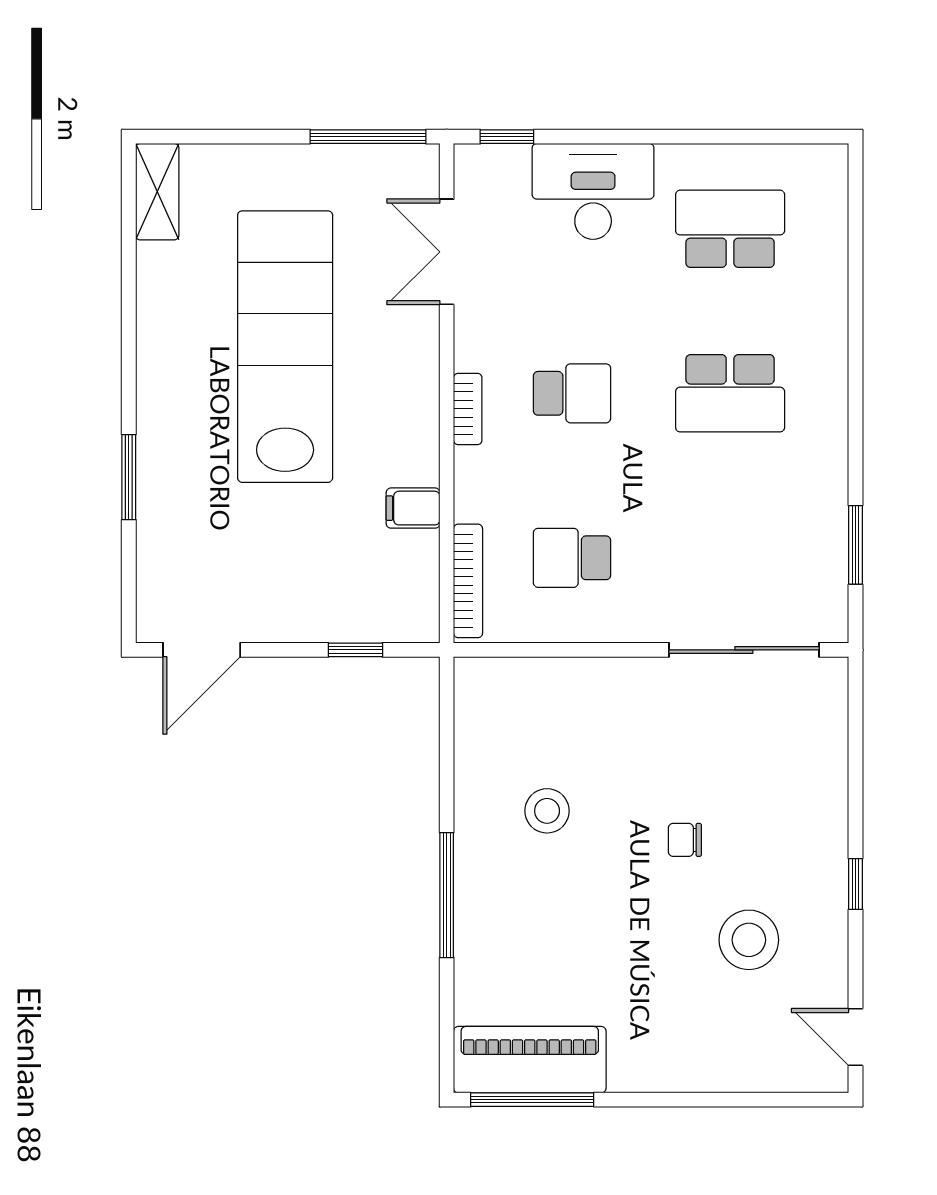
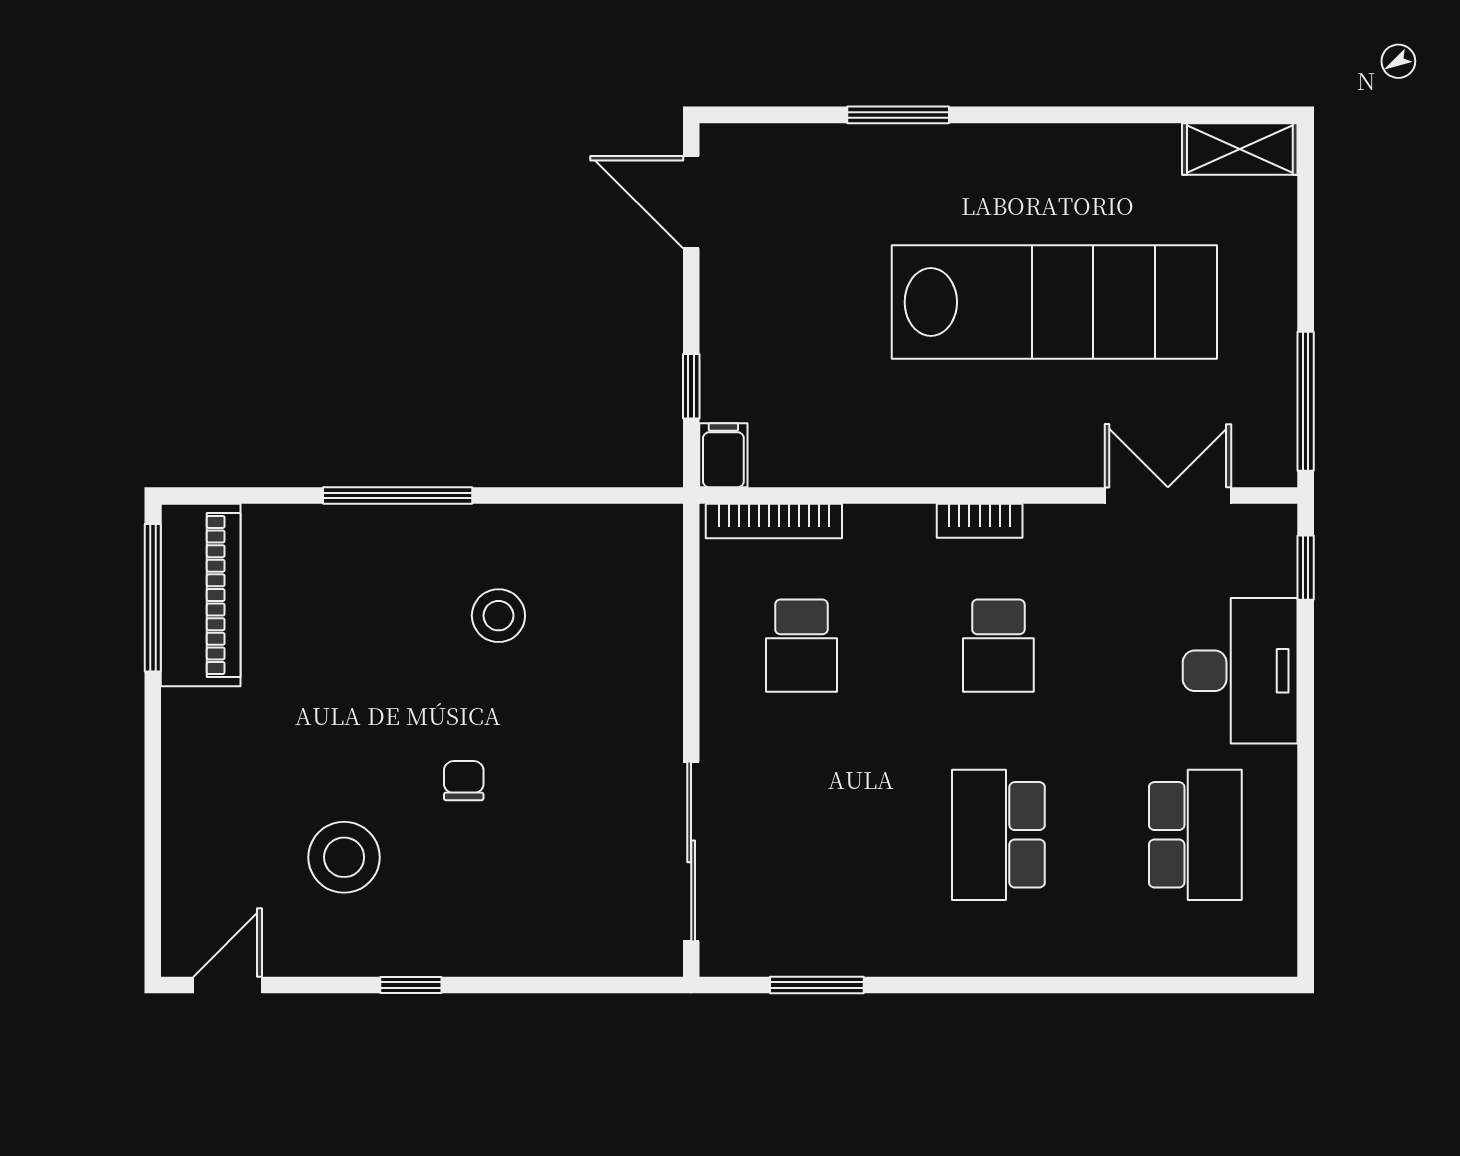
filing cabinet: (413, 508) -> (723, 455), moved
school desk: (572, 558) -> (801, 646), turned 180

